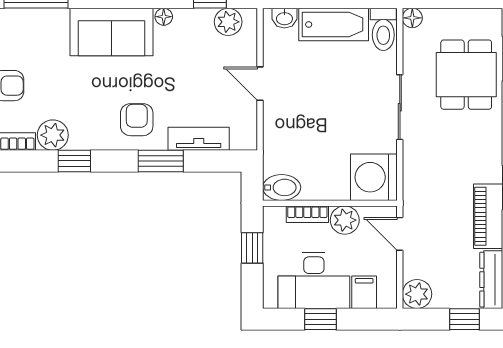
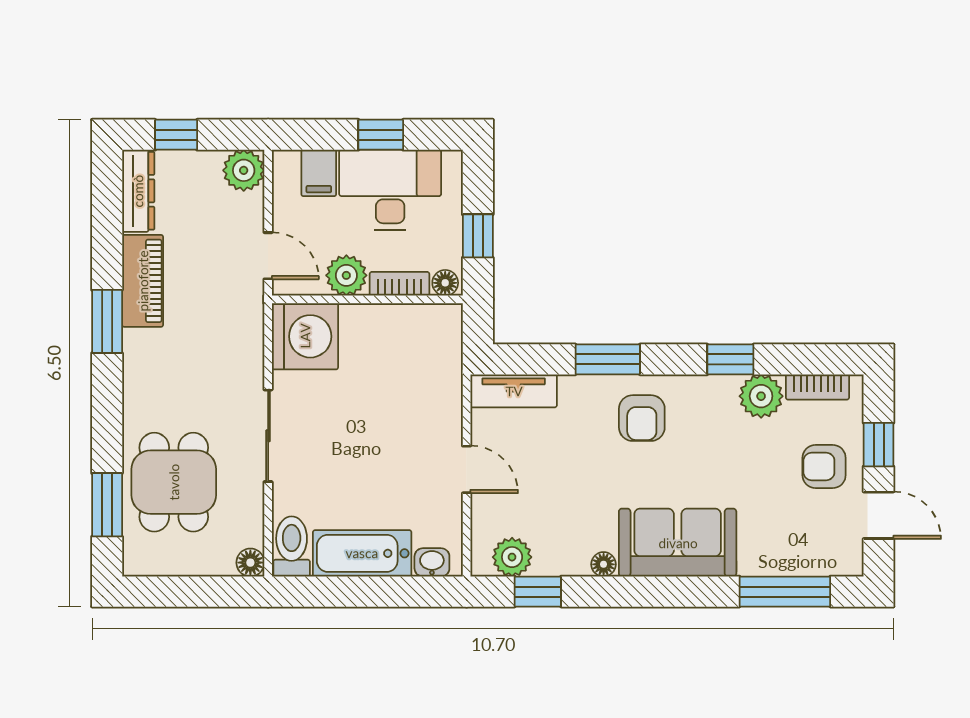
tv unit: (199, 139) -> (514, 391), moved
bidet: (282, 187) -> (436, 322), removed
floor lamp: (275, 215) -> (445, 283), added

